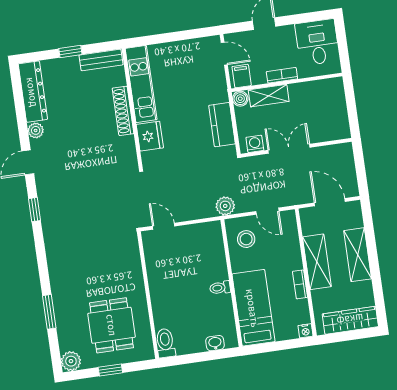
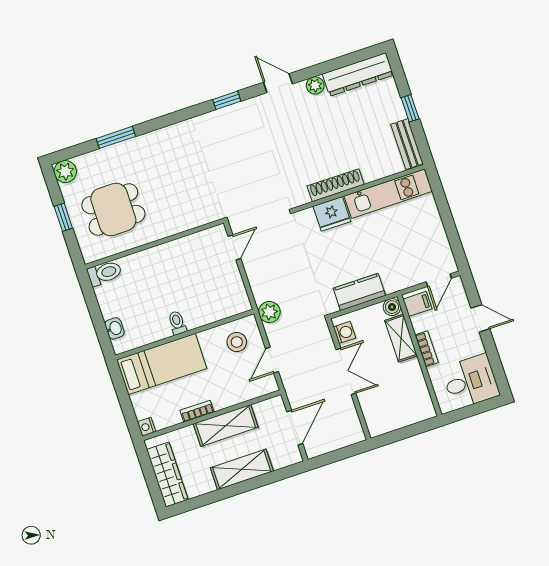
shoe rack: (123, 111) -> (336, 185), moved

